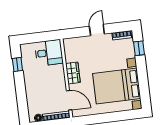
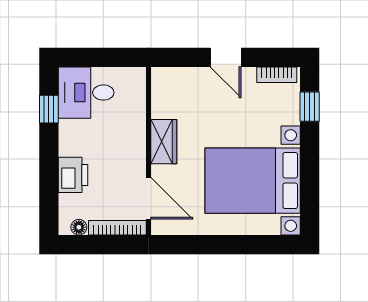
door: (97, 30) -> (226, 57), swing flipped
desk: (49, 53) -> (86, 93), moved, turned 180
printer: (33, 94) -> (73, 175), added

